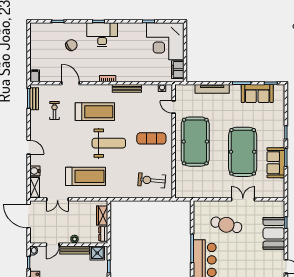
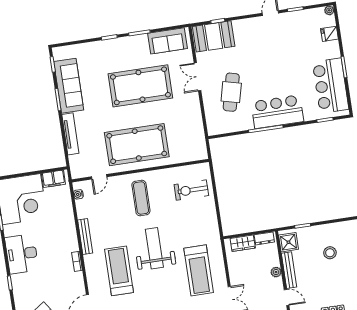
desk: (102, 35) -> (22, 254), moved
sofa: (257, 93) -> (69, 86), width x1.36
sofa: (276, 163) -> (167, 41), moved
treadmill: (85, 176) -> (199, 270), turned 180
exercise bike: (152, 180) -> (191, 190), turned 85
booth: (274, 233) -> (214, 36), moved

